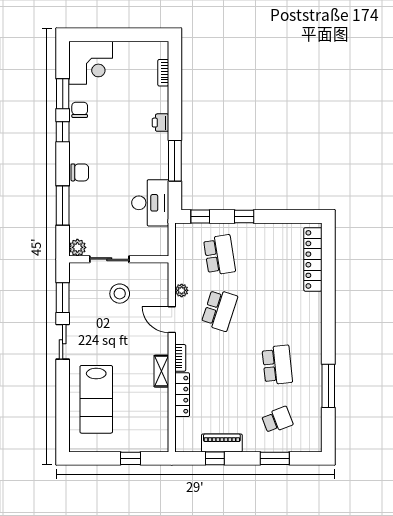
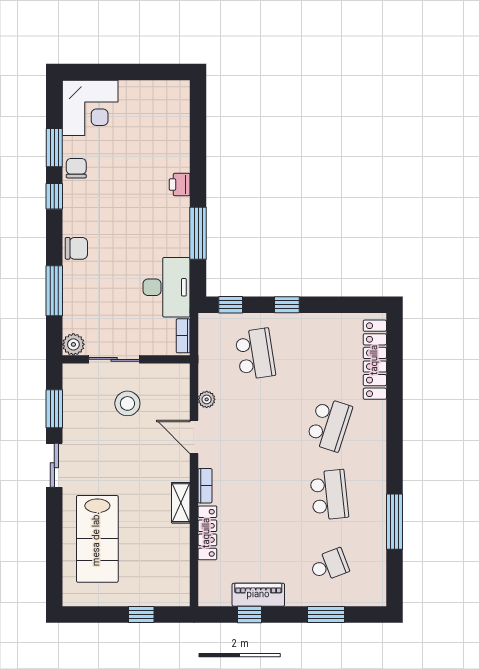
bookcase: (163, 73) -> (183, 336), moved
school desk: (219, 310) -> (329, 424), moved

